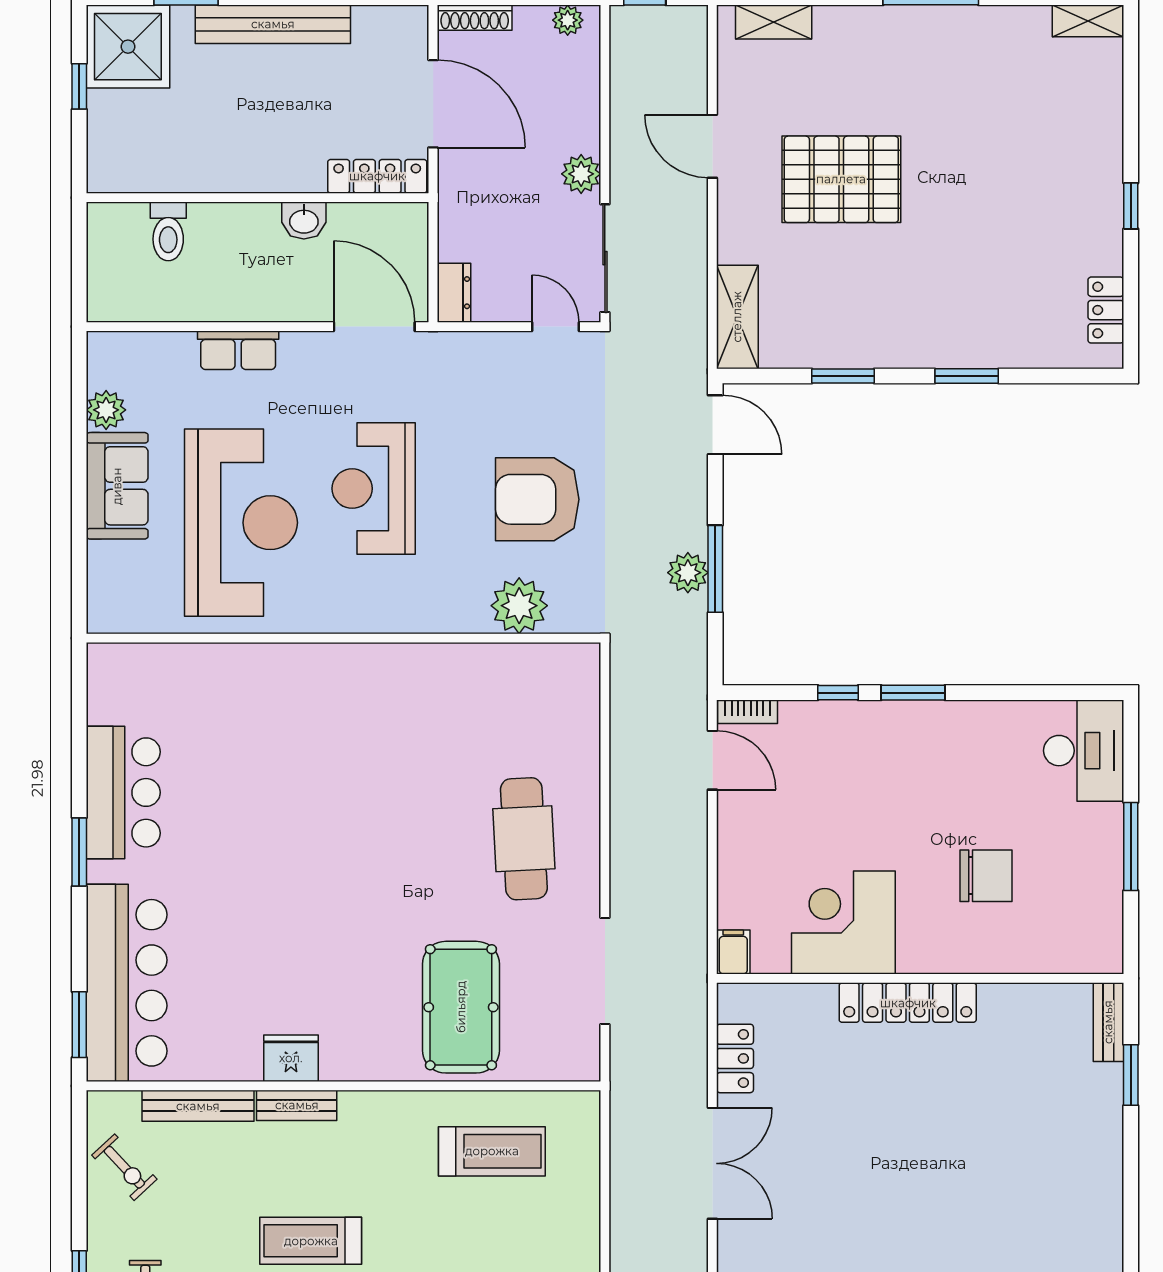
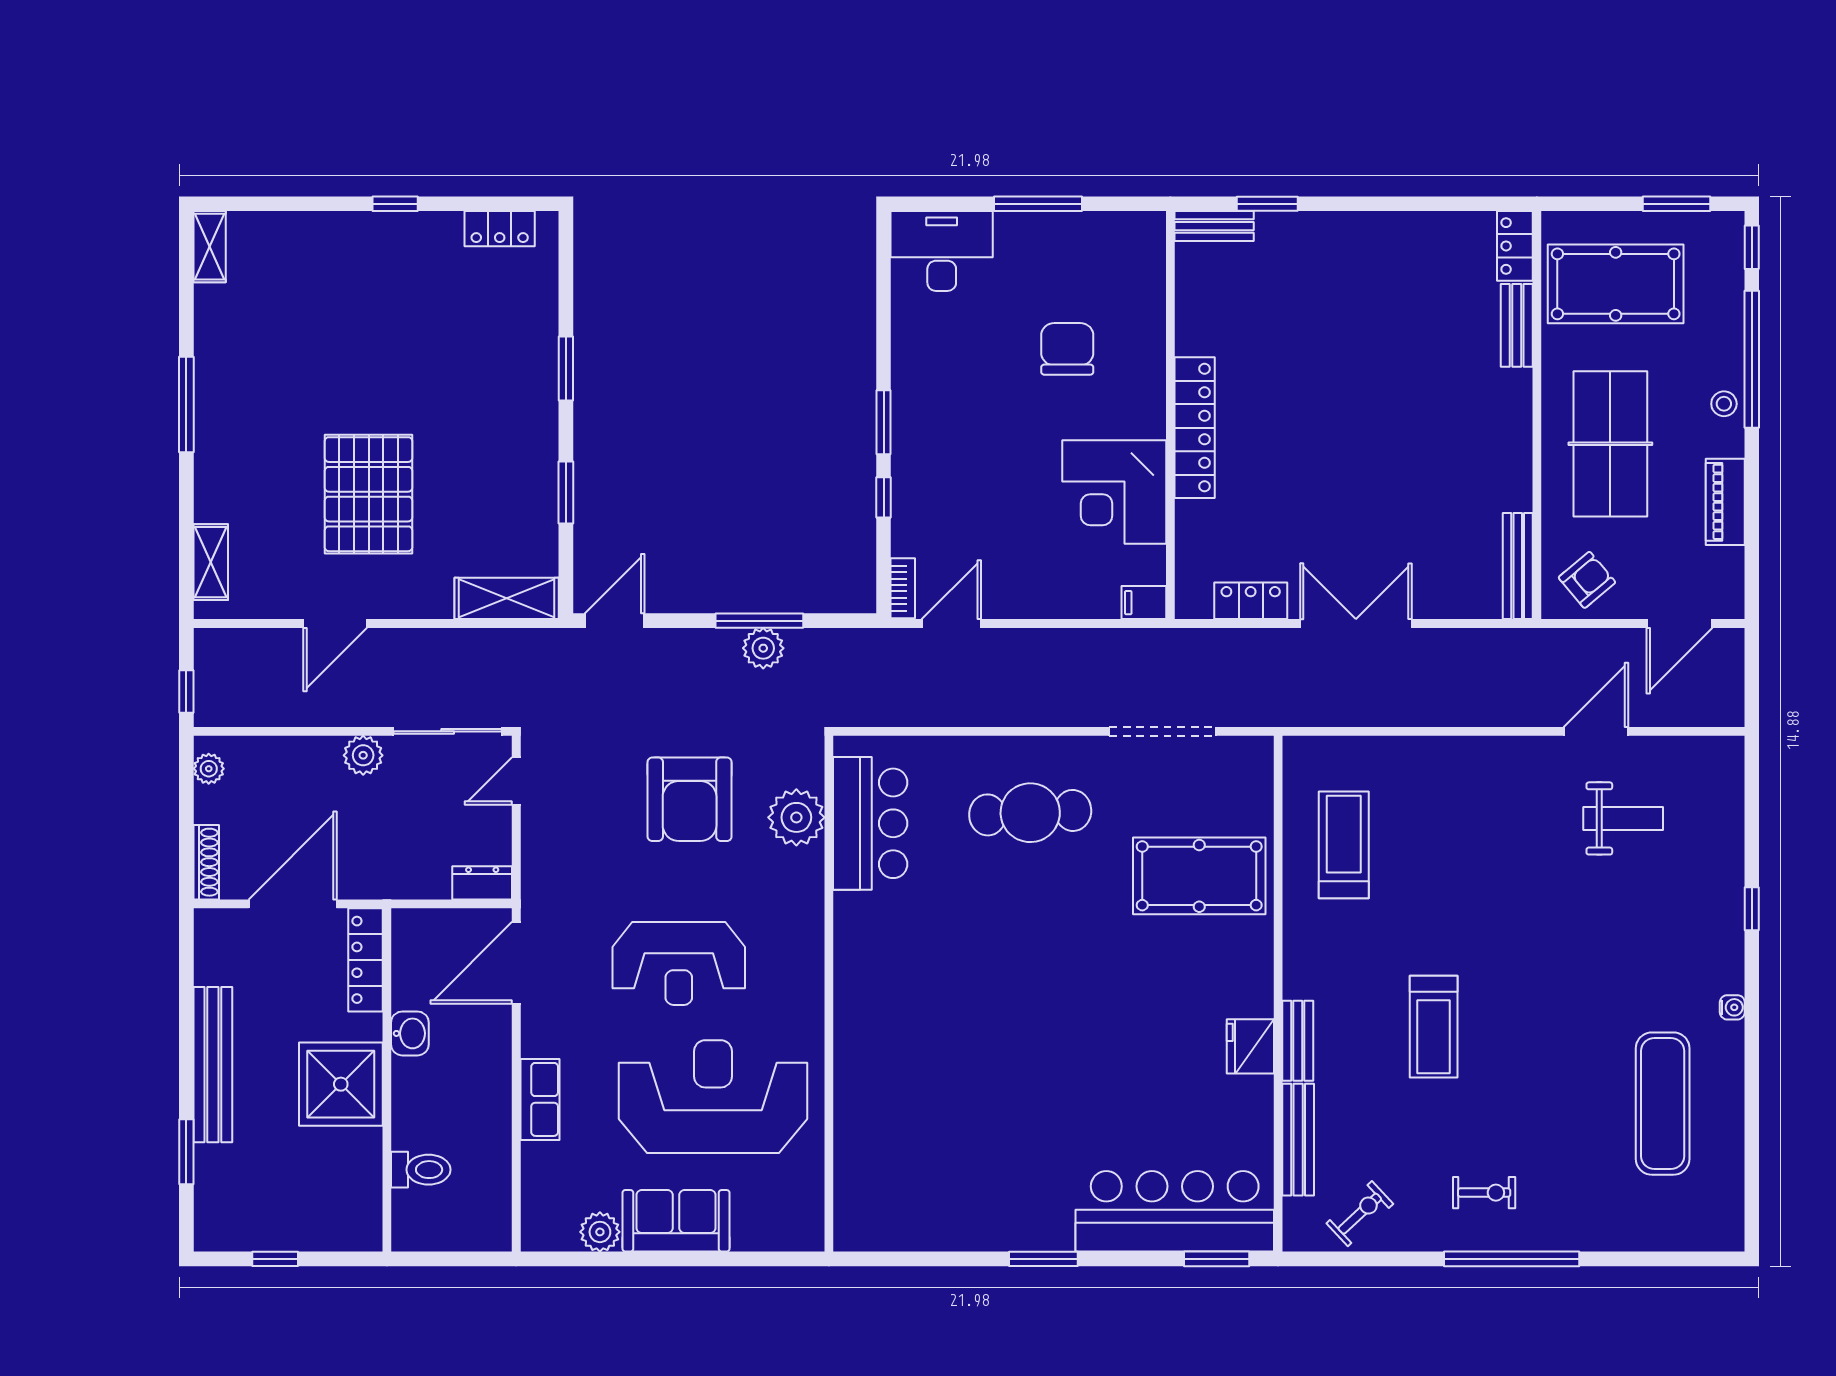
shower: (128, 47) -> (341, 1084), moved
bar counter: (123, 792) -> (870, 823), moved, turned 90

